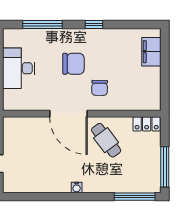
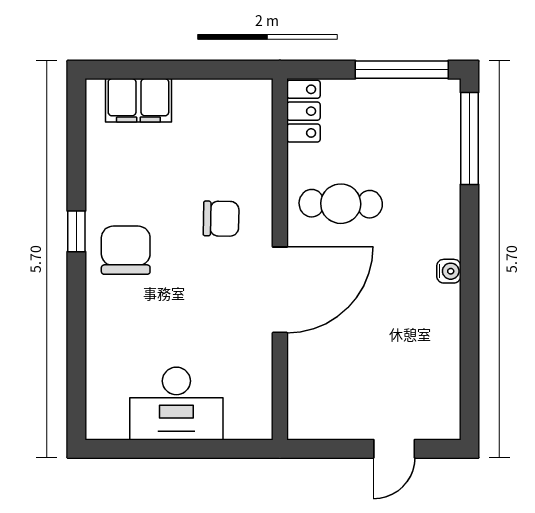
window: (43, 25) -> (76, 349), removed
chair: (73, 64) -> (126, 250), moved
cafe table: (106, 140) -> (341, 204), turned 38

